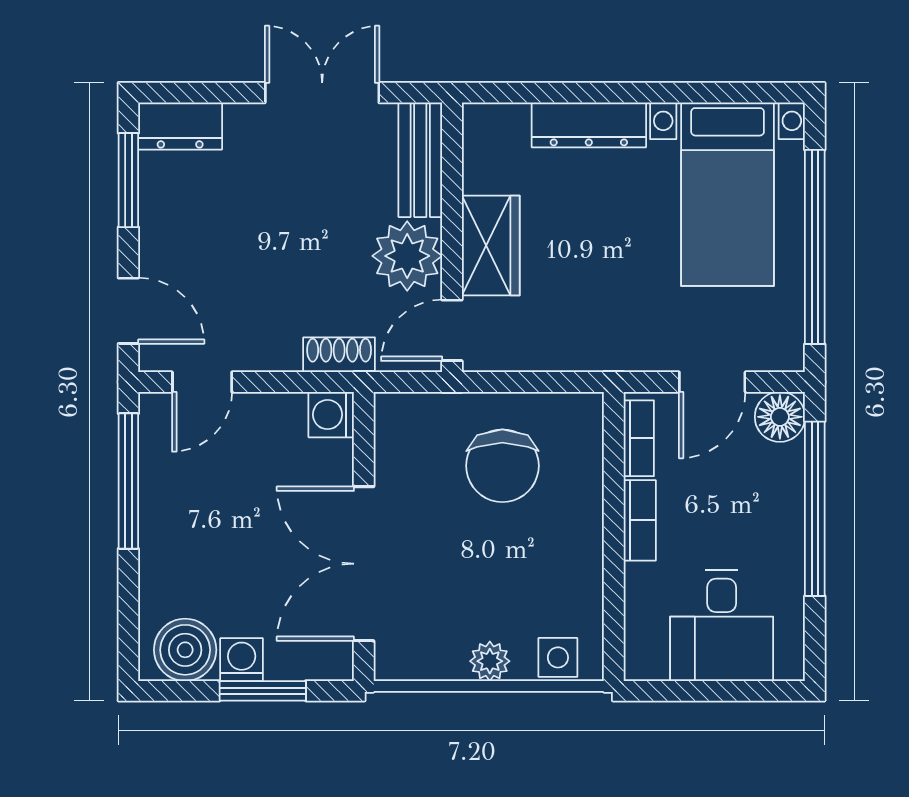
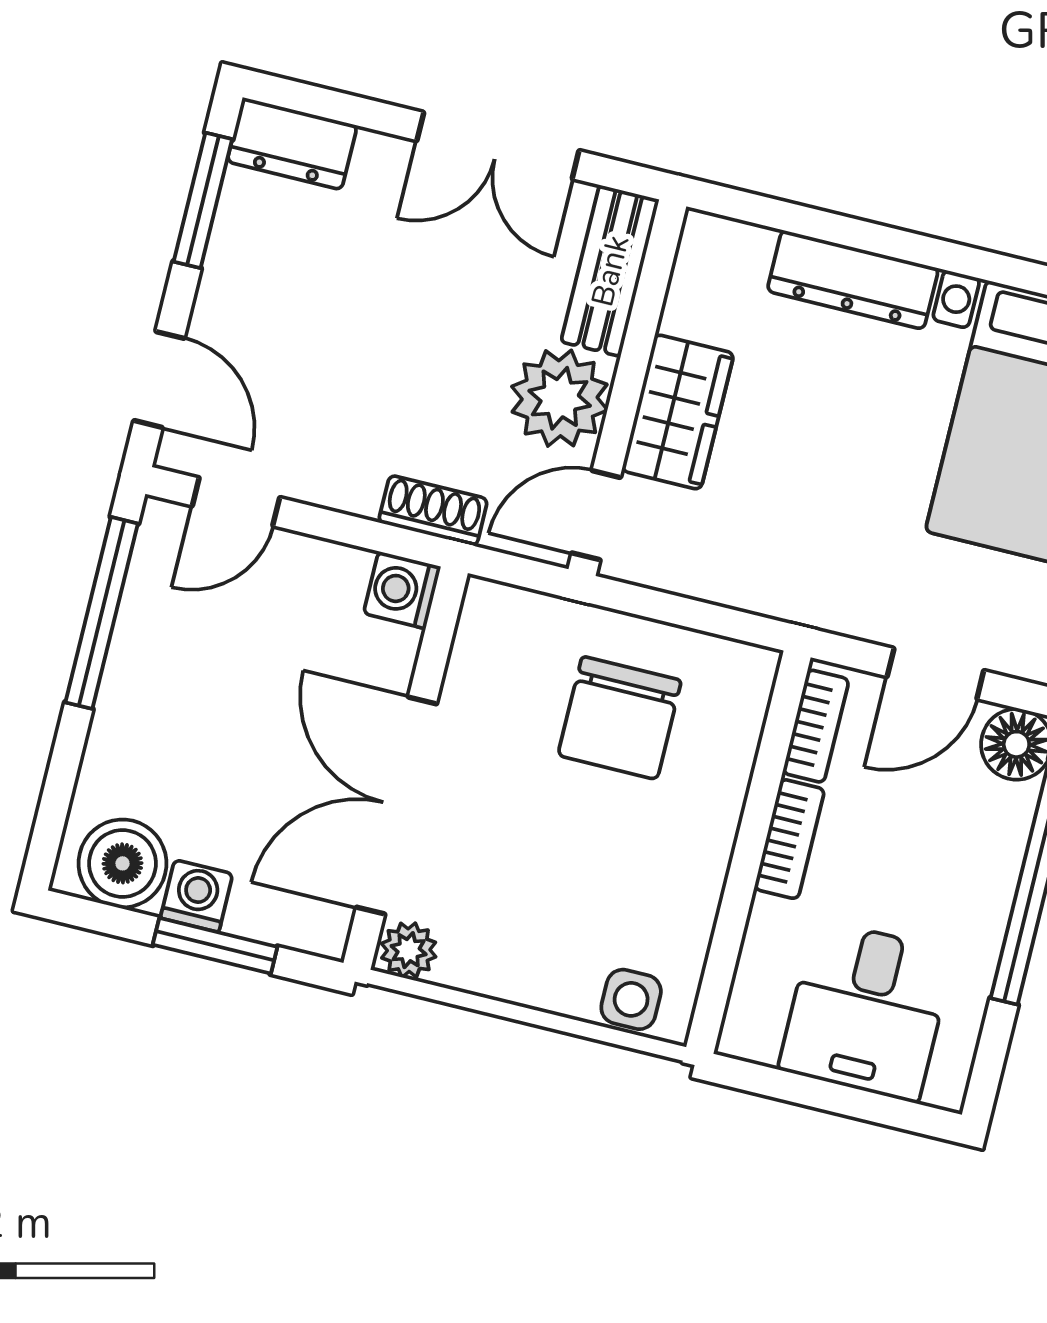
double door: (322, 93) -> (498, 146), swing flipped
plant: (490, 661) -> (409, 950), moved

